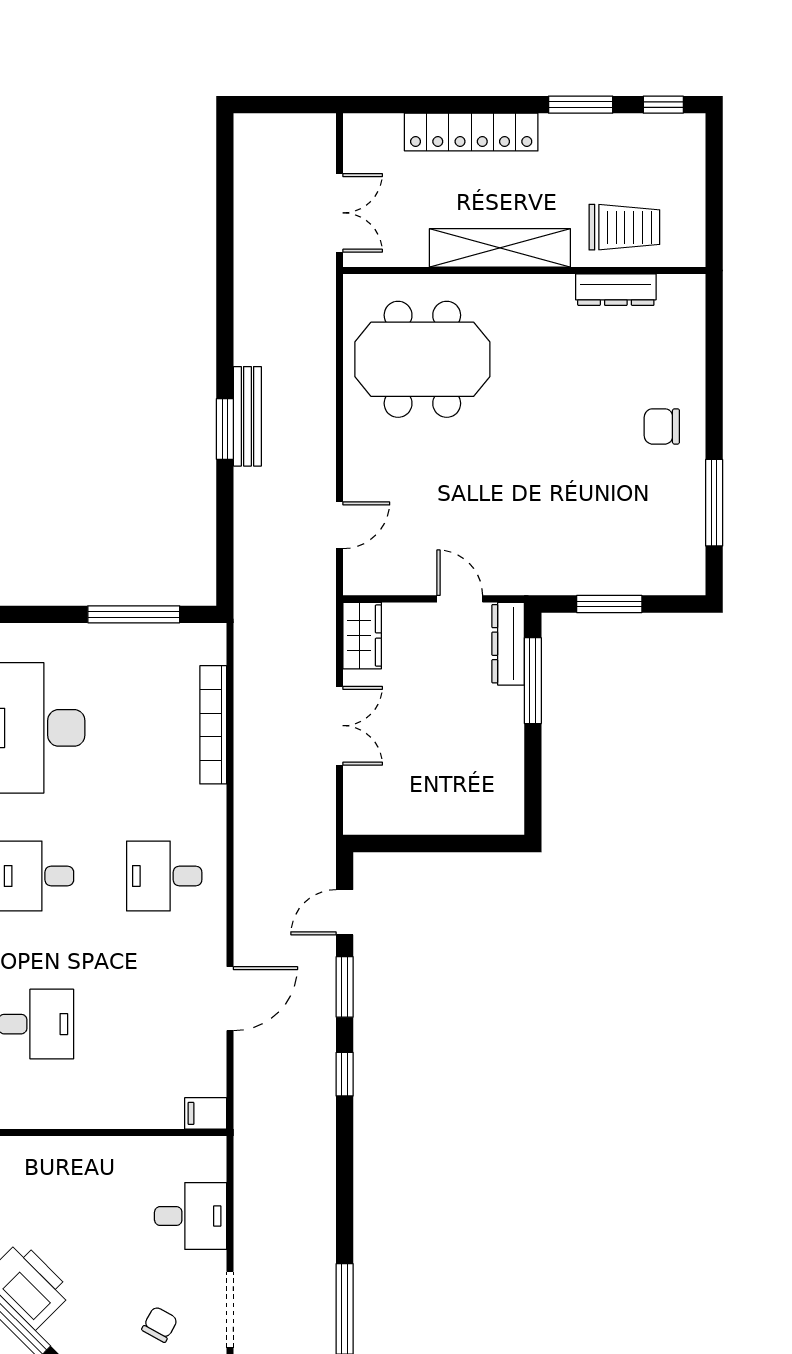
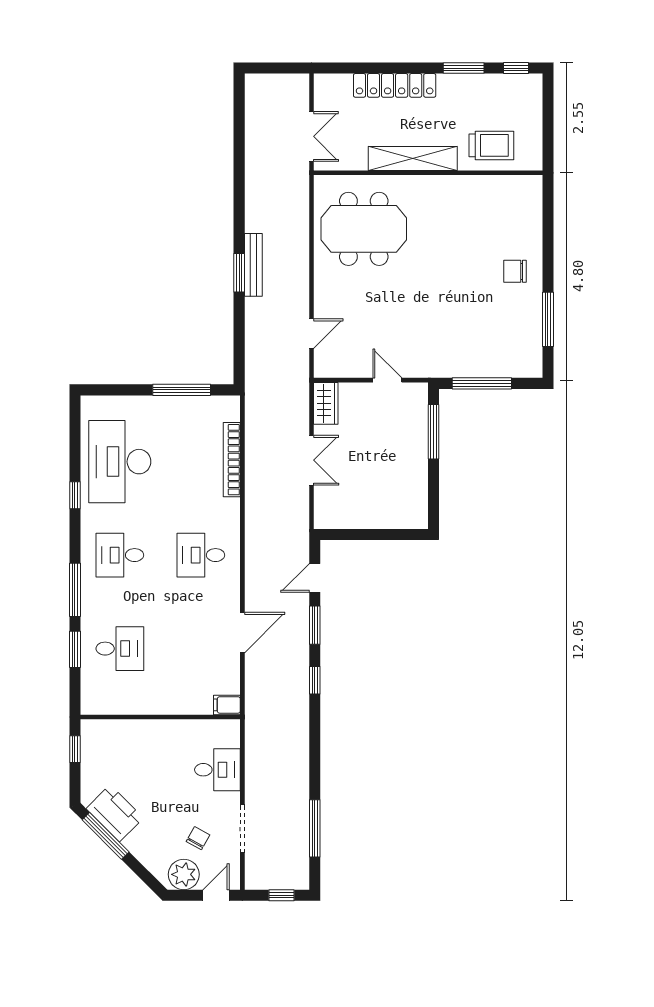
dresser: (616, 290) -> (486, 185), removed
window: (609, 604) -> (482, 383), width x1.44
dresser: (508, 644) -> (418, 408), removed

